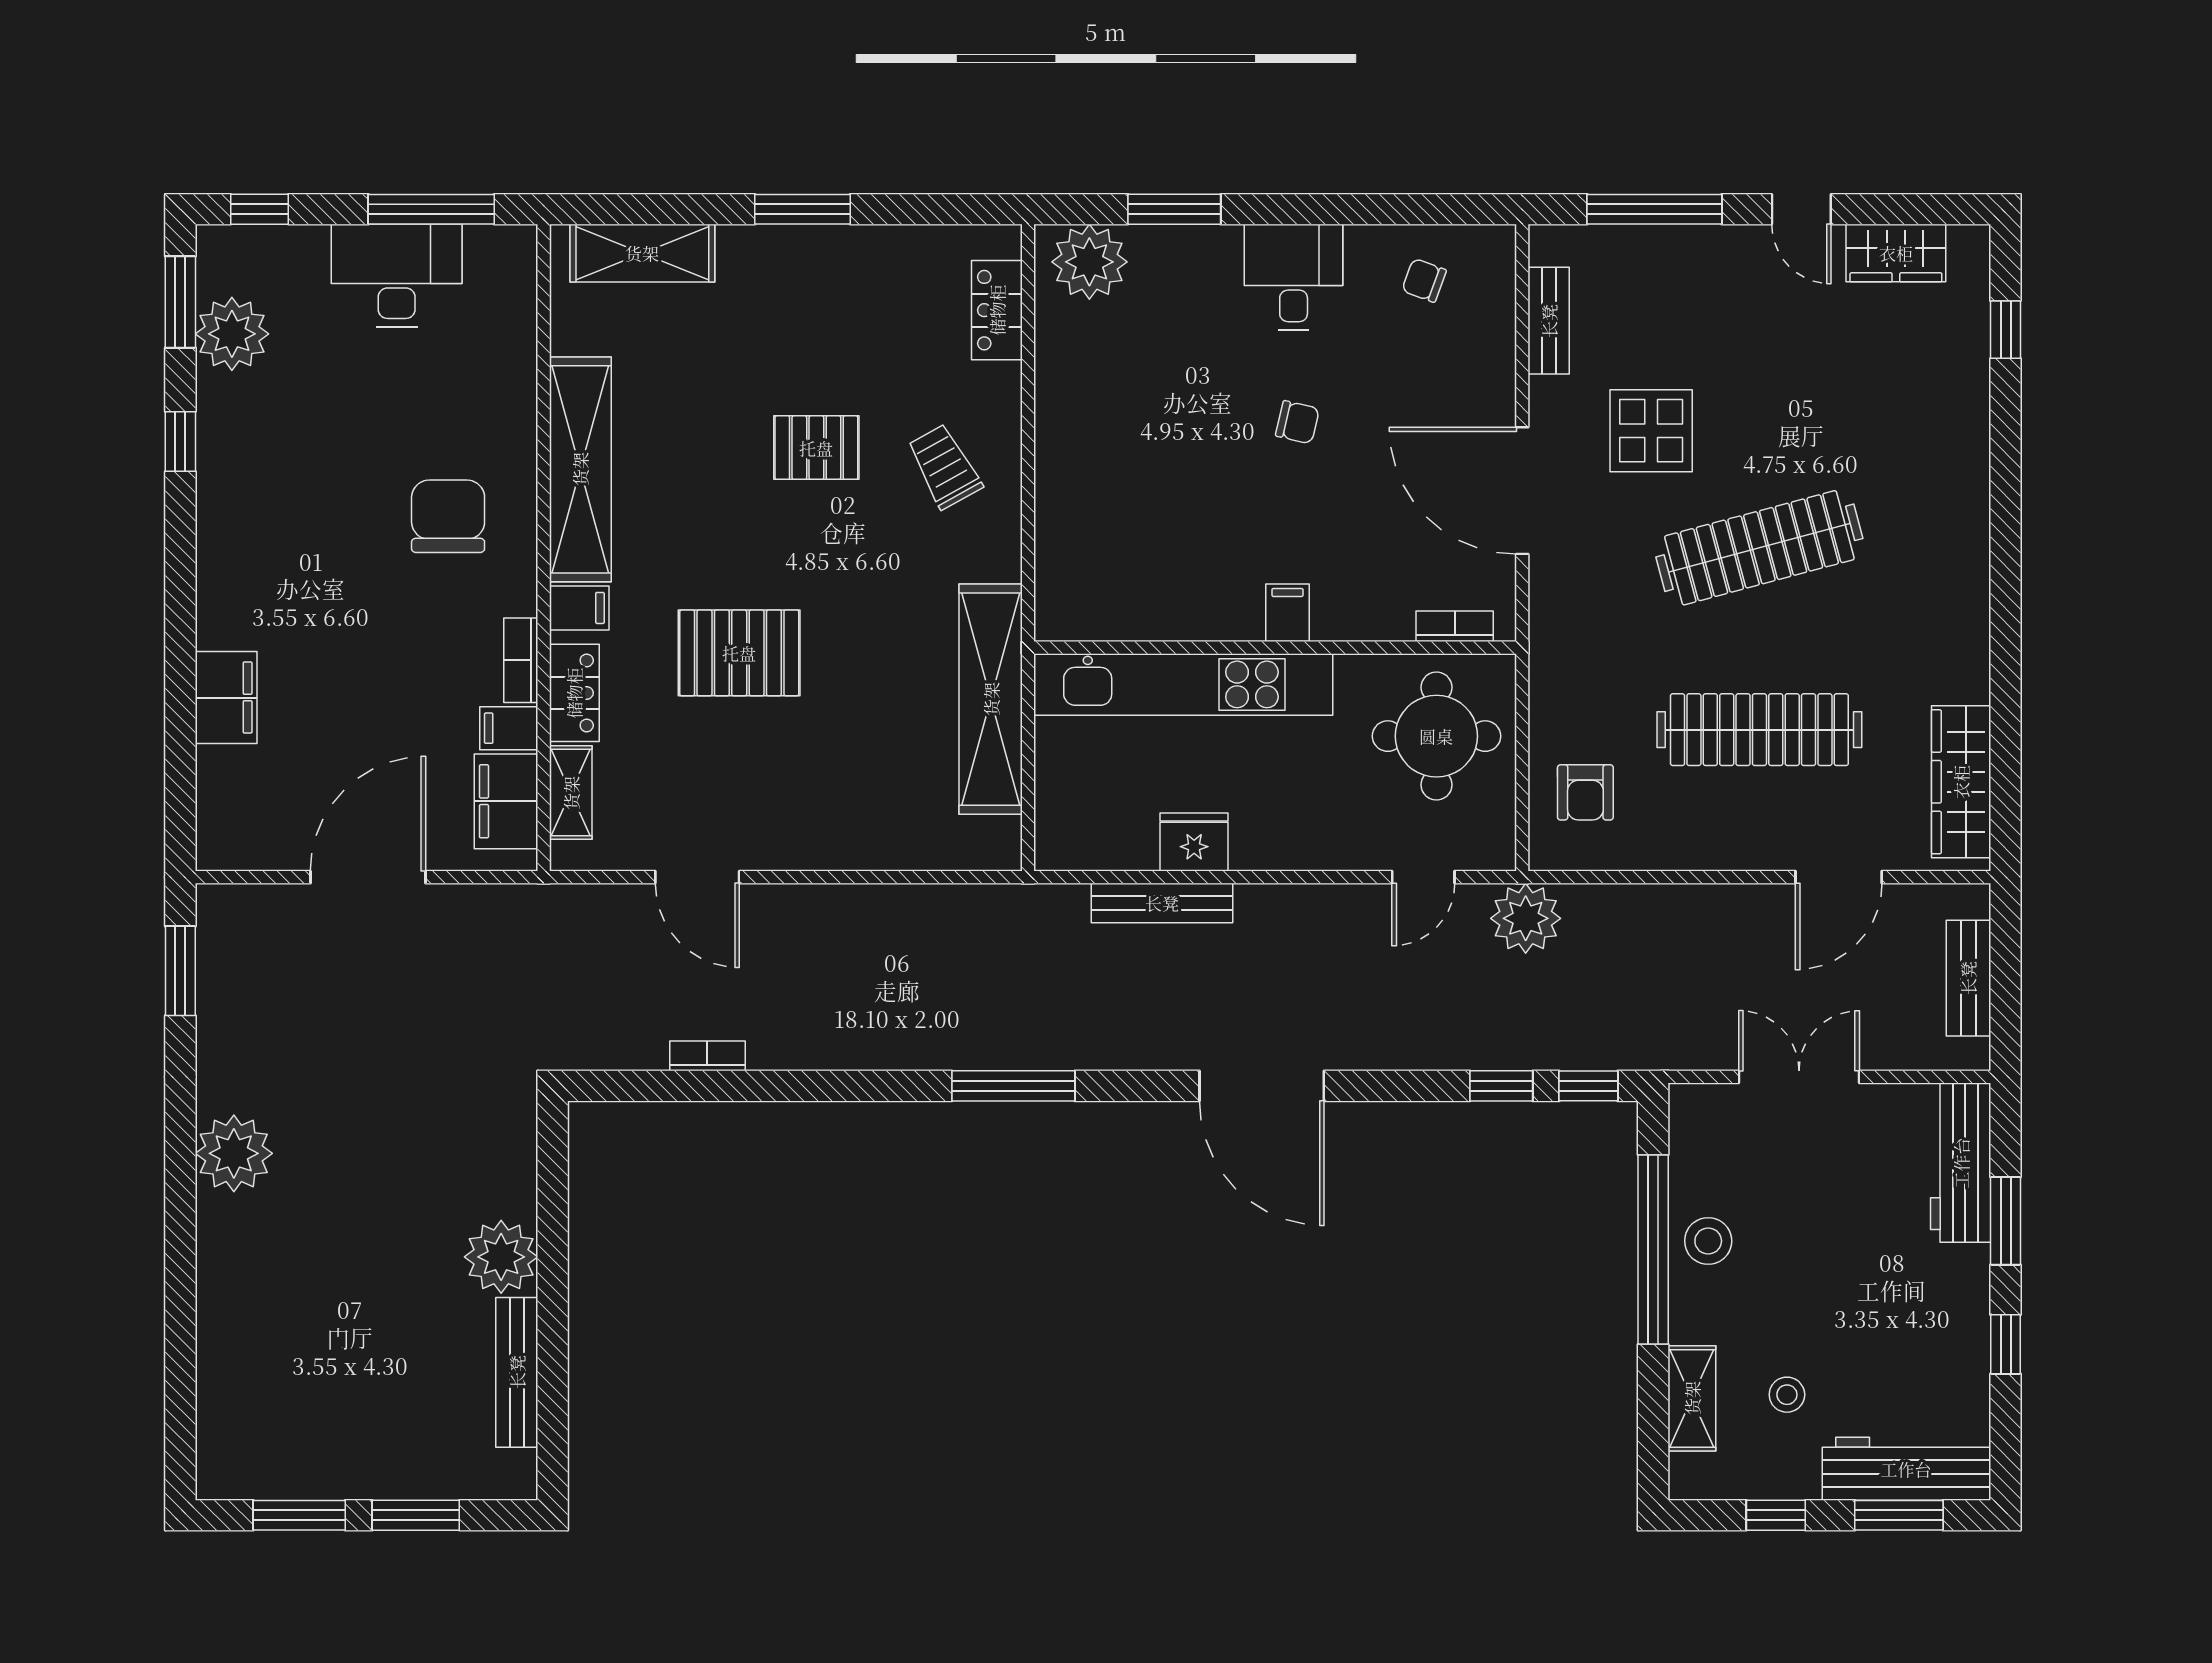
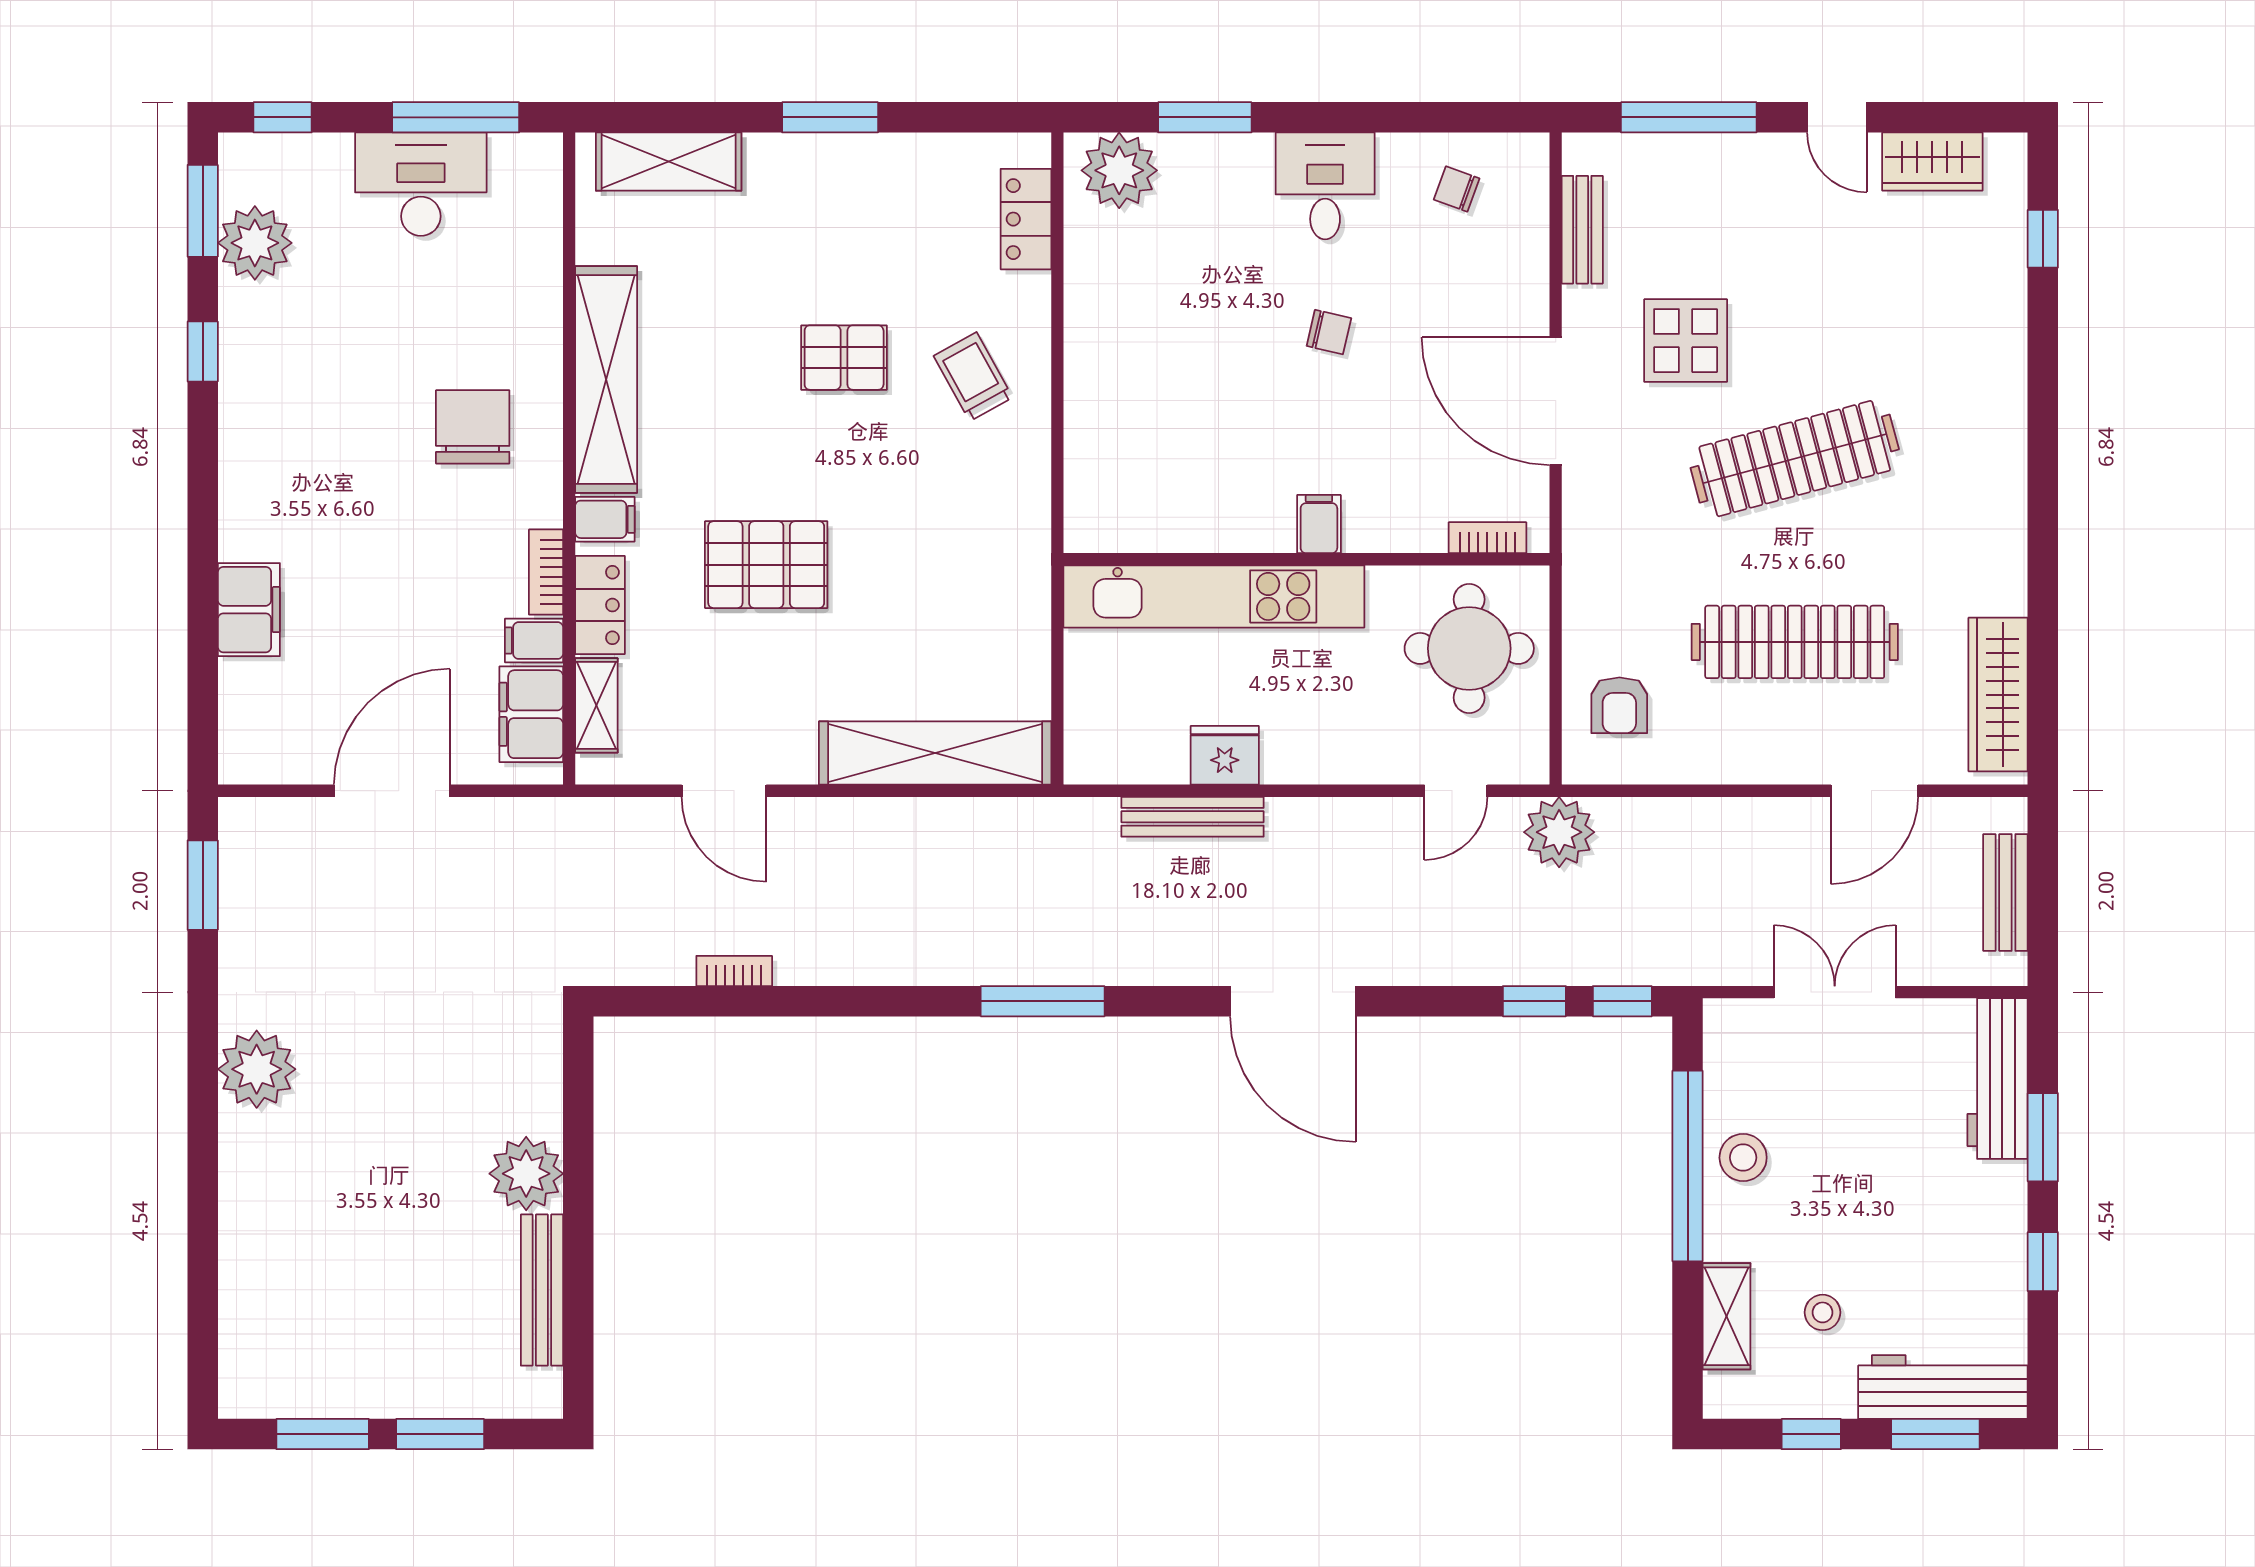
shelving: (991, 699) -> (935, 753), moved, turned 90

